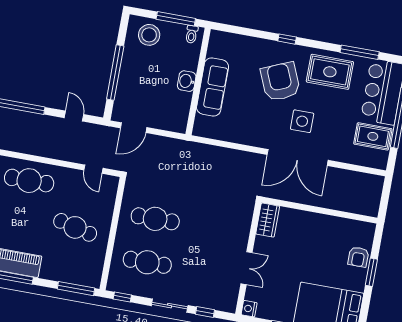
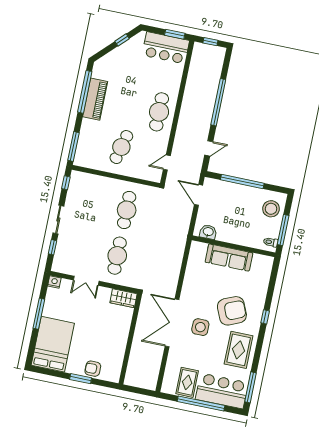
window: (360, 52) -> (251, 387), moved
washbasin: (187, 81) -> (208, 232), moved
cafe table: (147, 262) -> (117, 256), moved

